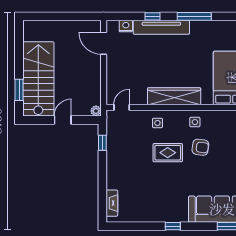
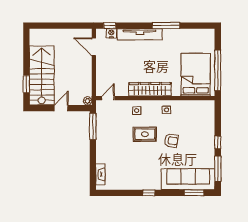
window: (153, 16) -> (110, 26), moved
window: (102, 143) -> (93, 126), width x2.17
armchair: (200, 147) -> (171, 141), moved

